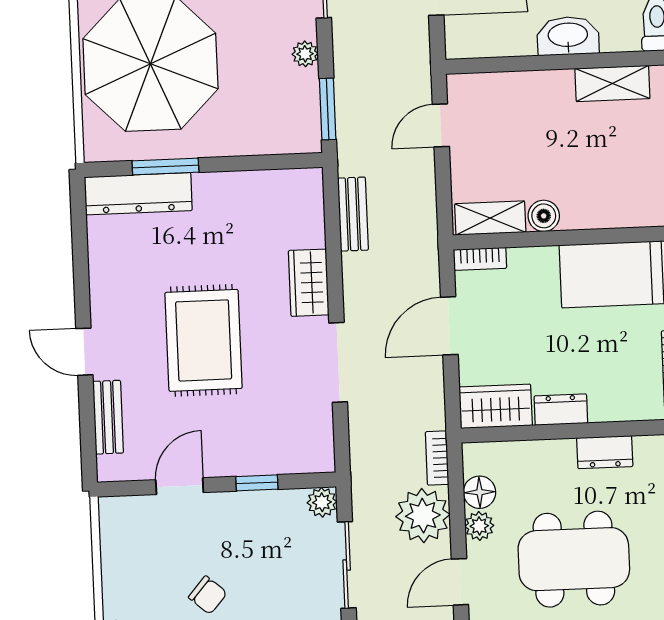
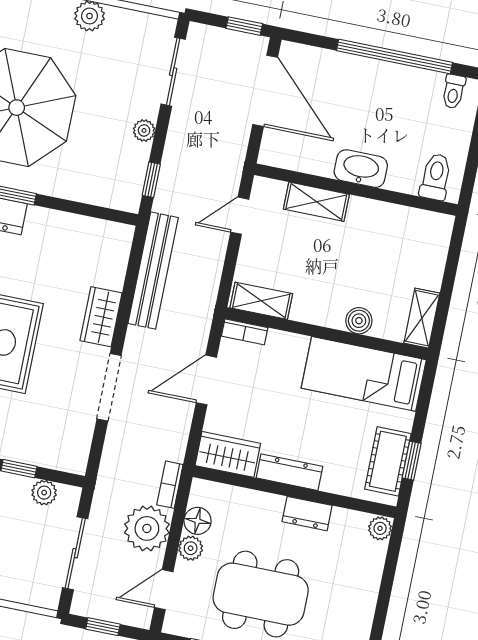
shelving: (612, 83) -> (316, 202), moved
window: (328, 109) -> (151, 180), width x0.67
bench: (353, 214) -> (153, 271), width x1.86, depth x1.21
boiler: (544, 216) -> (359, 321), moved
dresser: (561, 410) -> (289, 472), width x1.44
plant: (322, 502) -> (44, 493), moved

